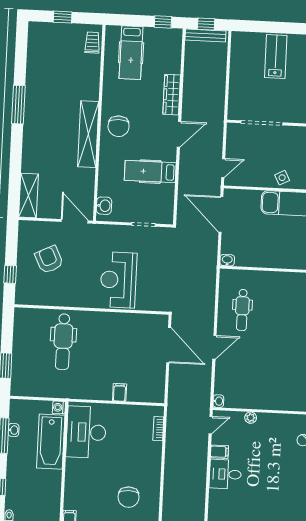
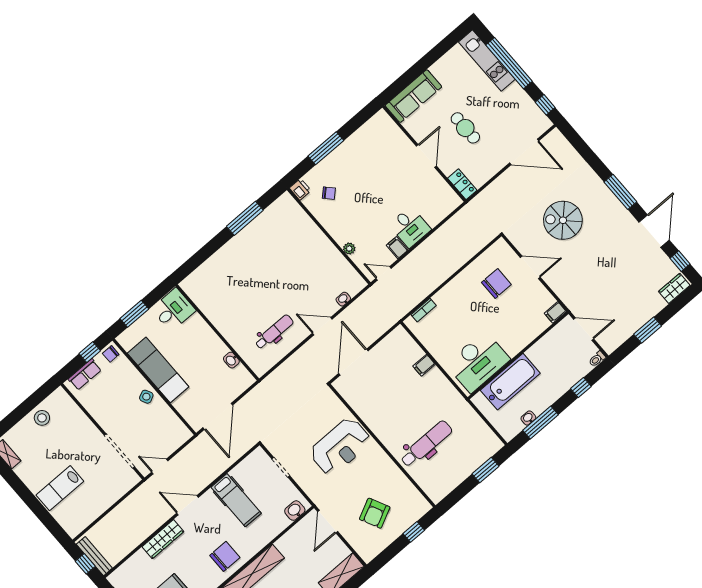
door: (223, 168) -> (160, 466), moved
washbasin: (227, 260) -> (231, 360), moved
washbasin: (218, 401) -> (343, 299), moved
washing machine: (59, 407) -> (479, 400), removed

